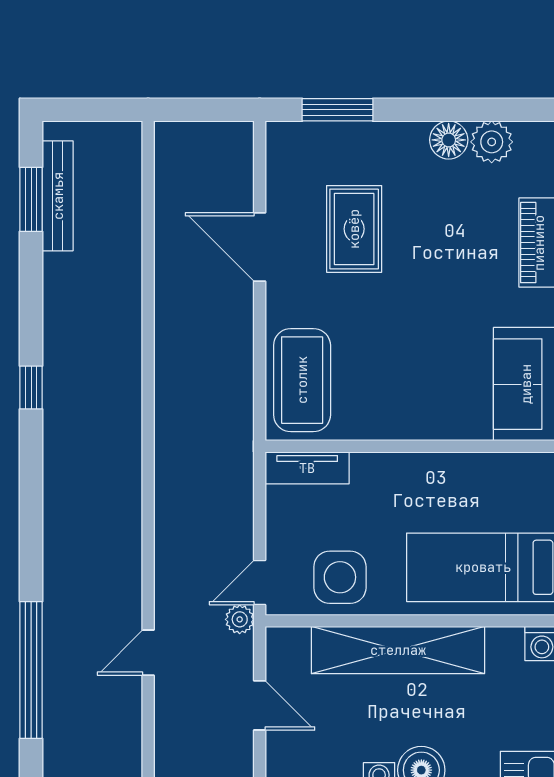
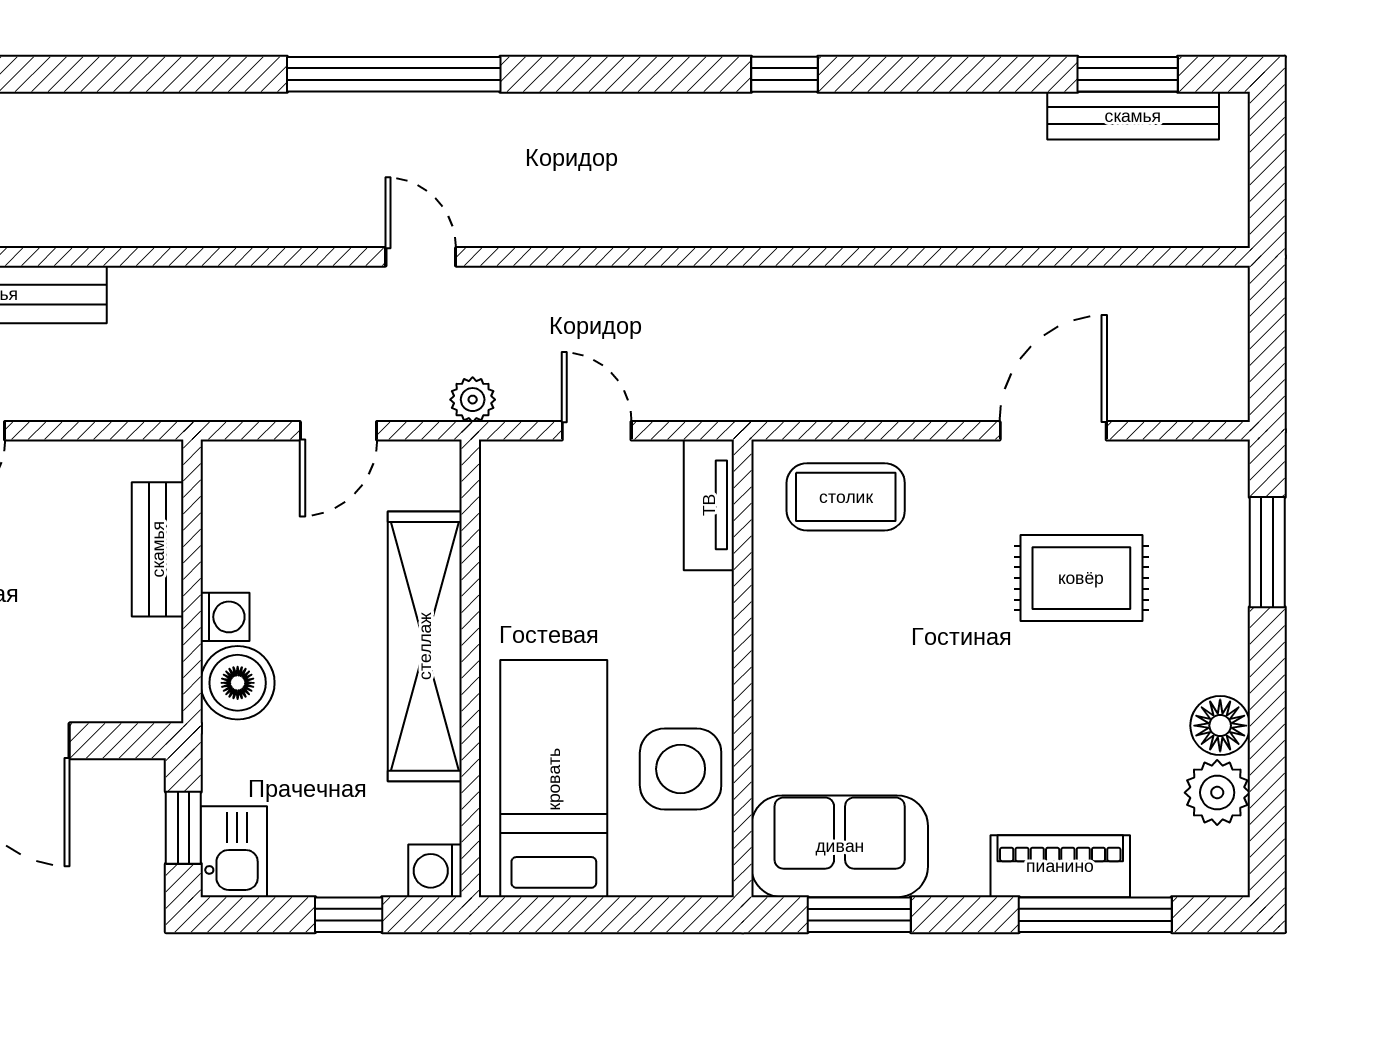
coffee table: (302, 380) -> (846, 497), width x0.73, depth x0.76
window: (31, 388) -> (785, 74), moved
side table: (340, 577) -> (681, 769), moved
door: (260, 582) -> (597, 431), moved

